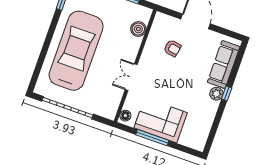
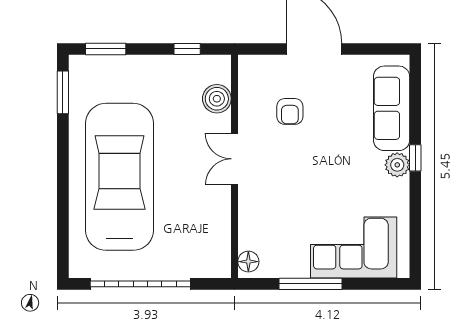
armchair: (172, 48) -> (290, 111), turned 80
double door: (131, 77) -> (235, 159), moved
corner sofa: (161, 120) -> (354, 248), moved

